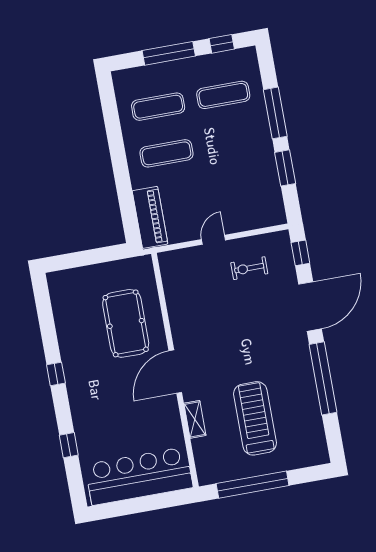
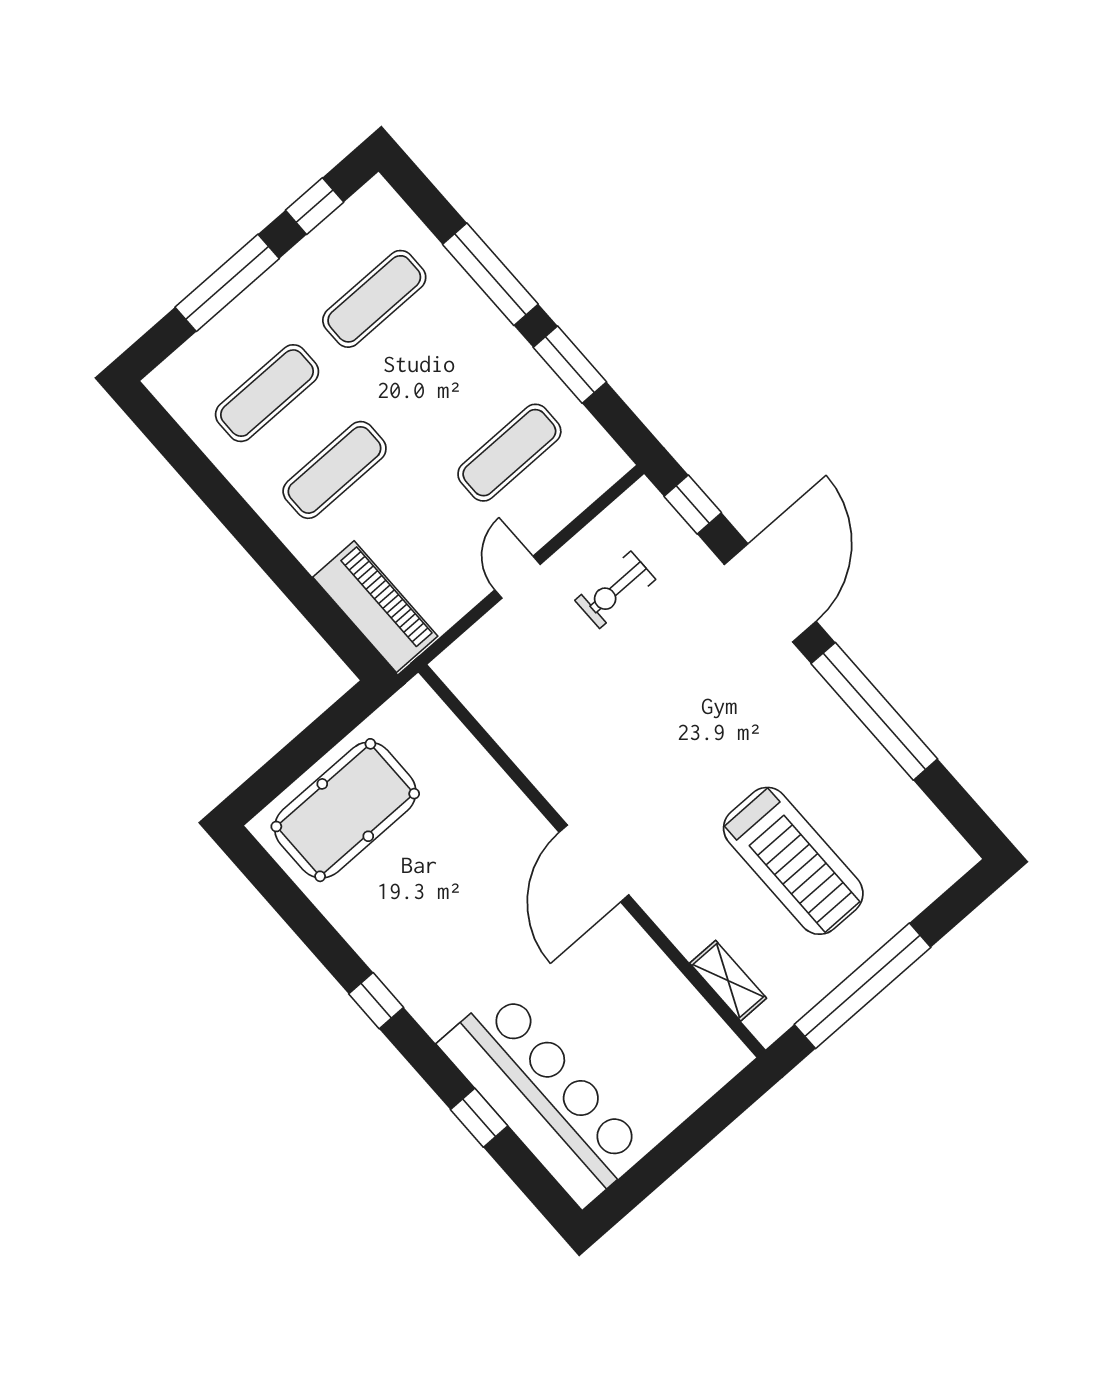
exercise mat: (240, 188) -> (509, 453), added
pool table: (126, 323) -> (345, 810), moved, turned 90
treadmill: (255, 418) -> (793, 861), turned 180
shelving: (195, 419) -> (728, 981), moved
bar counter: (139, 476) -> (543, 1097), moved, turned 90

